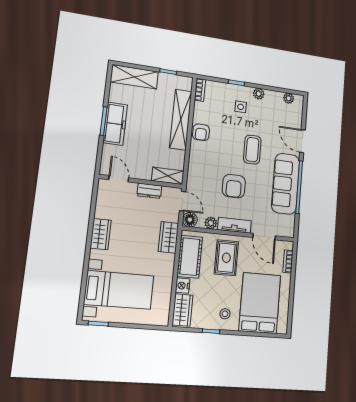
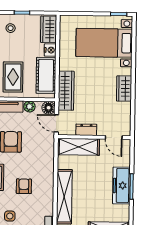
armchair: (201, 132) -> (24, 186), moved
shelving: (168, 176) -> (78, 147), width x1.50, depth x1.33
wardrobe: (168, 237) -> (66, 91), width x1.50

